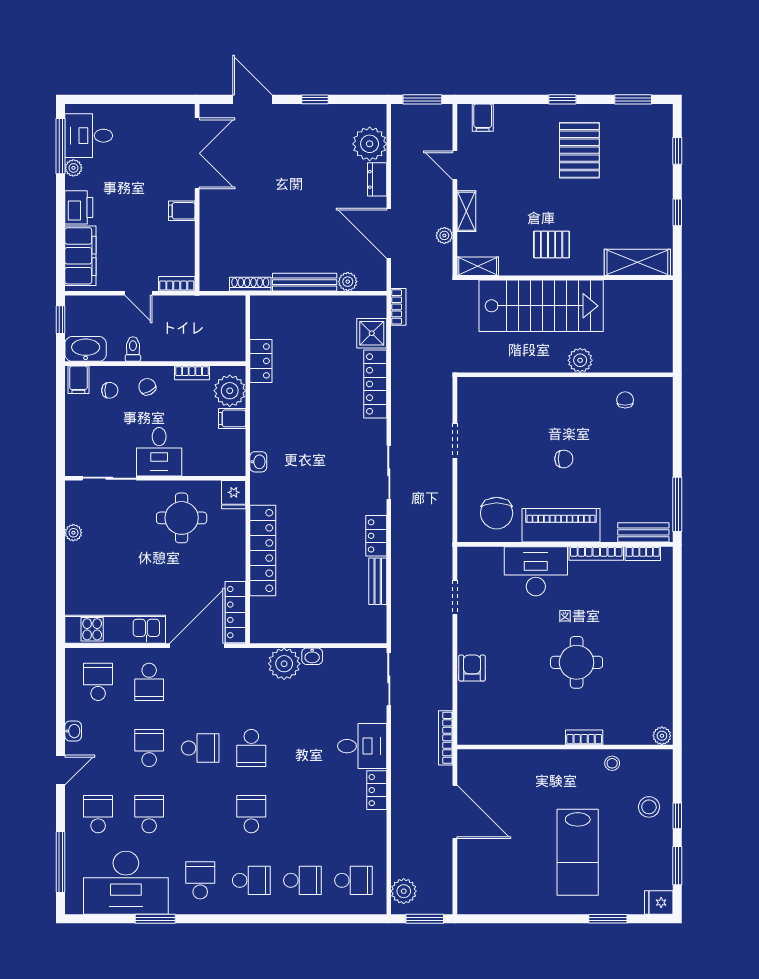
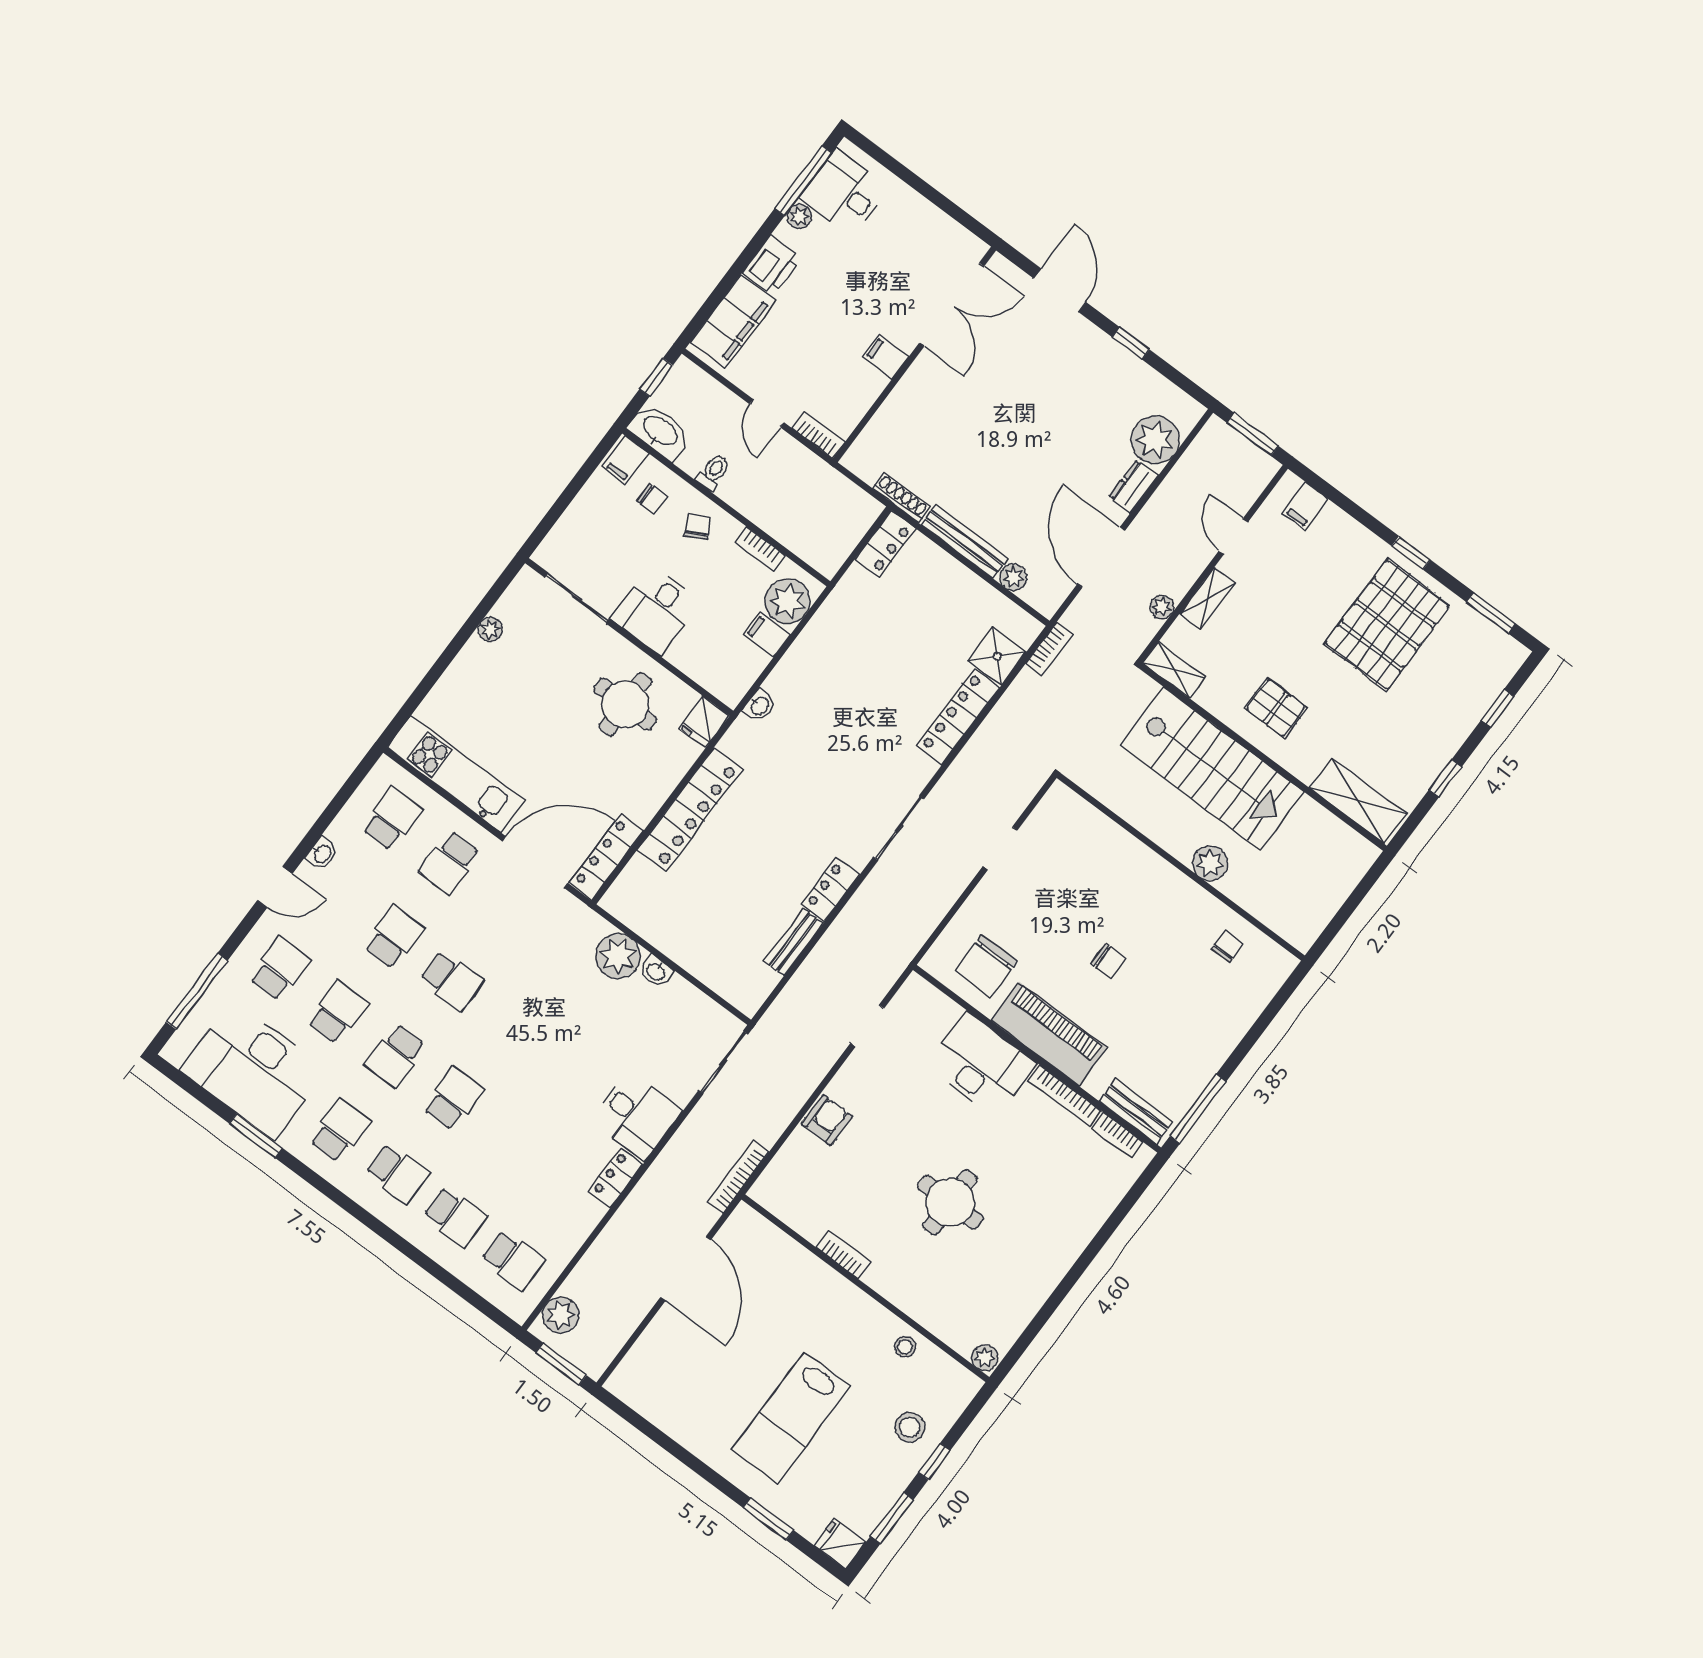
pallet: (579, 150) -> (1387, 625), width x1.37, depth x1.41
locker: (261, 361) -> (885, 544), moved
bookcase: (584, 737) -> (843, 1255), moved
school desk: (251, 748) -> (395, 1055), moved

